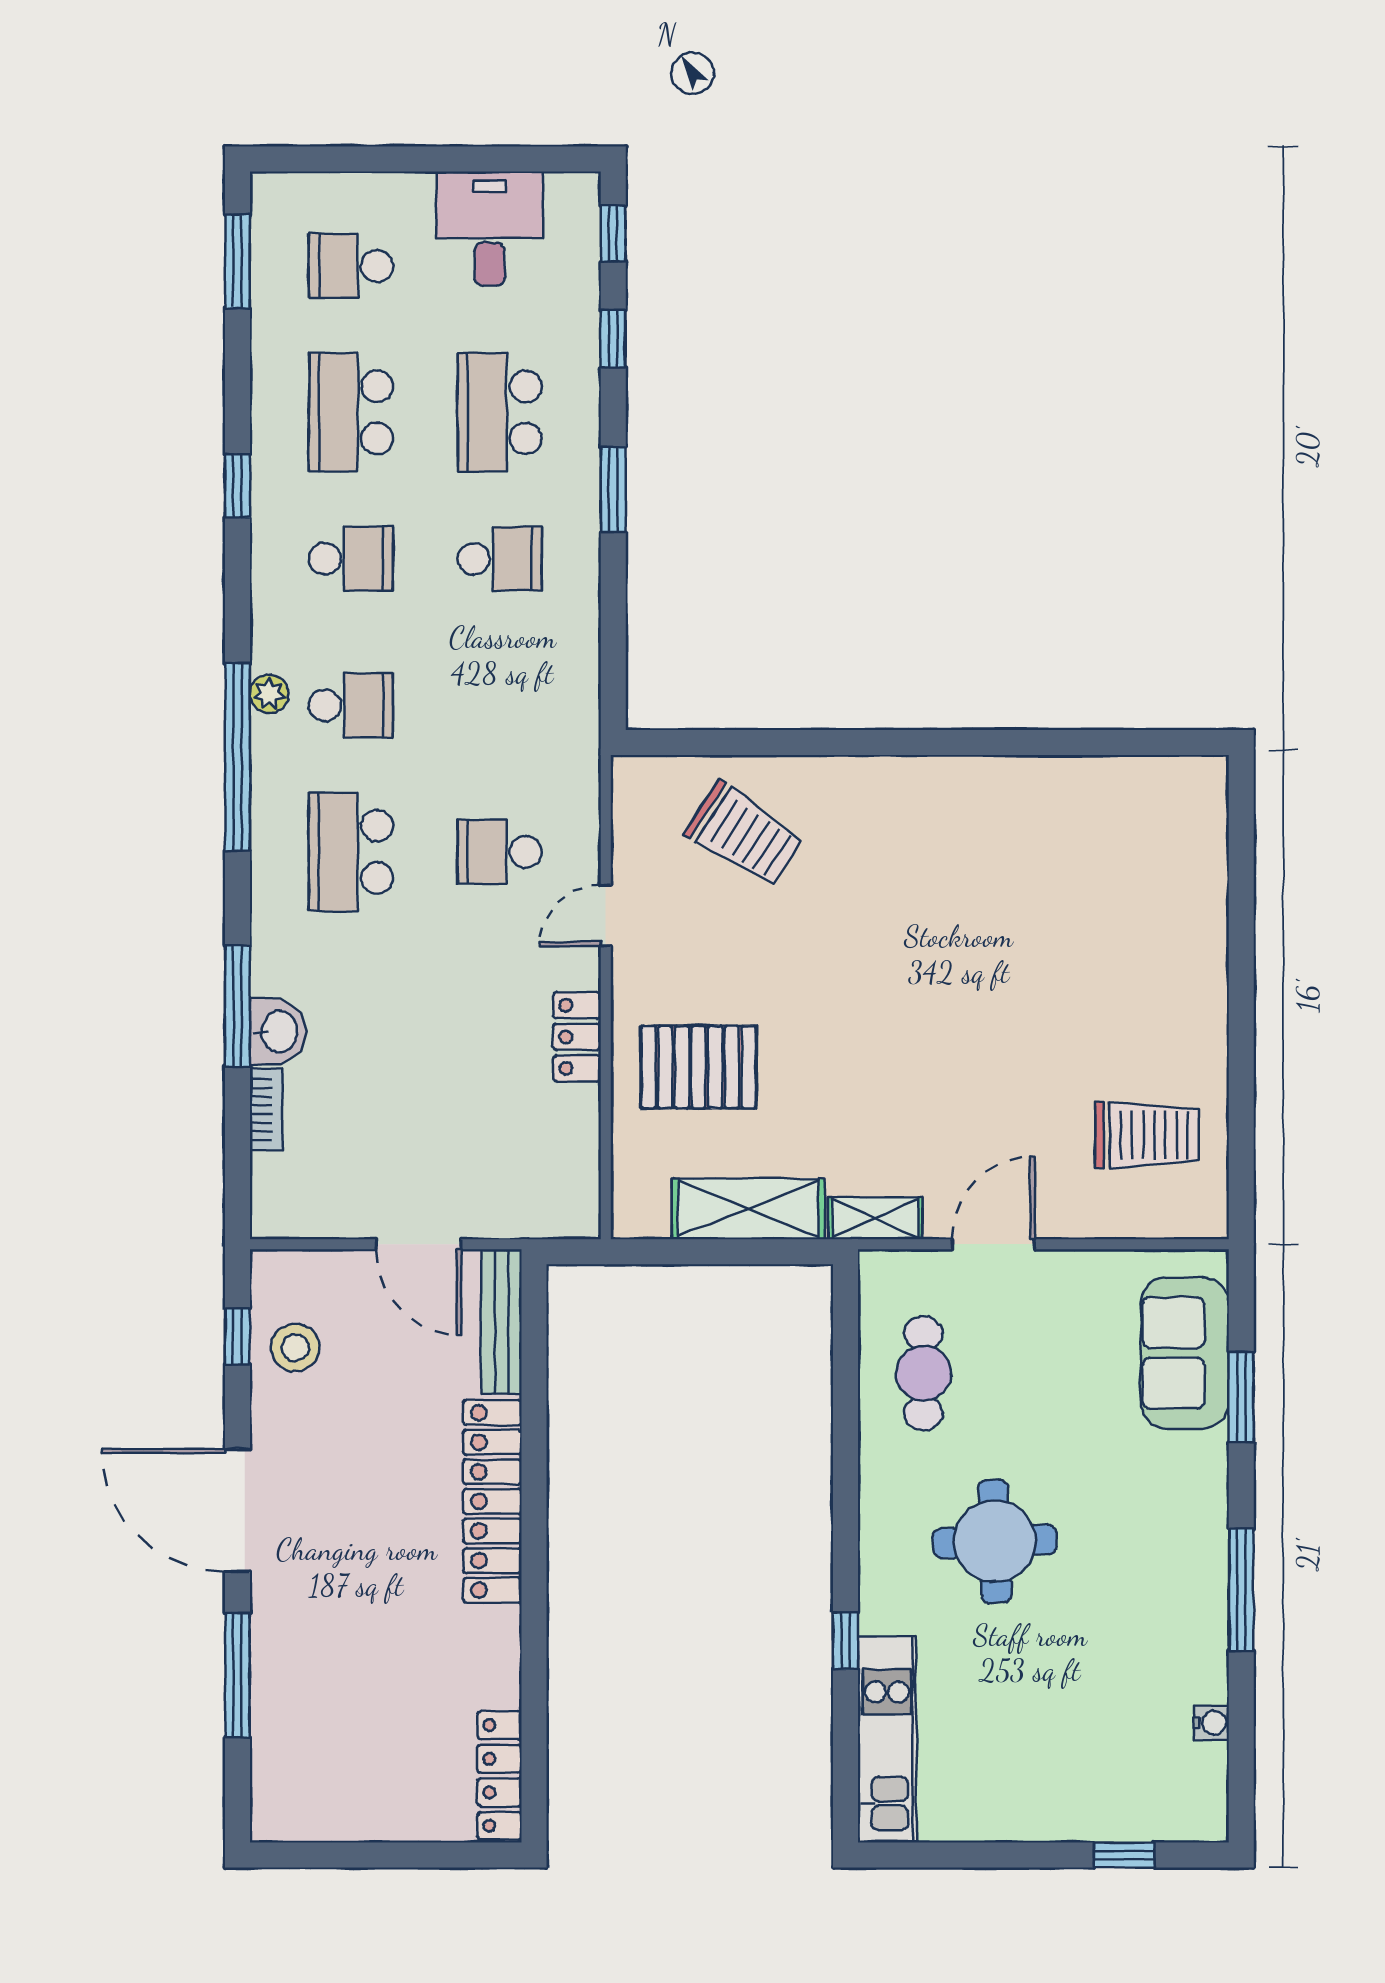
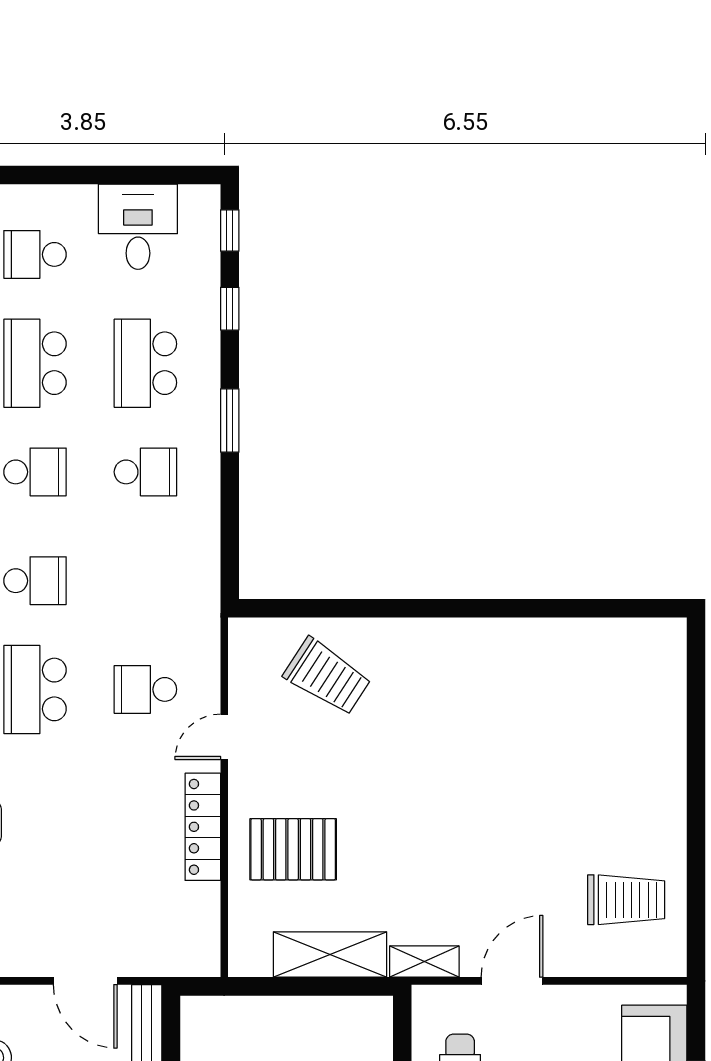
locker: (577, 1037) -> (203, 827), width x1.53

